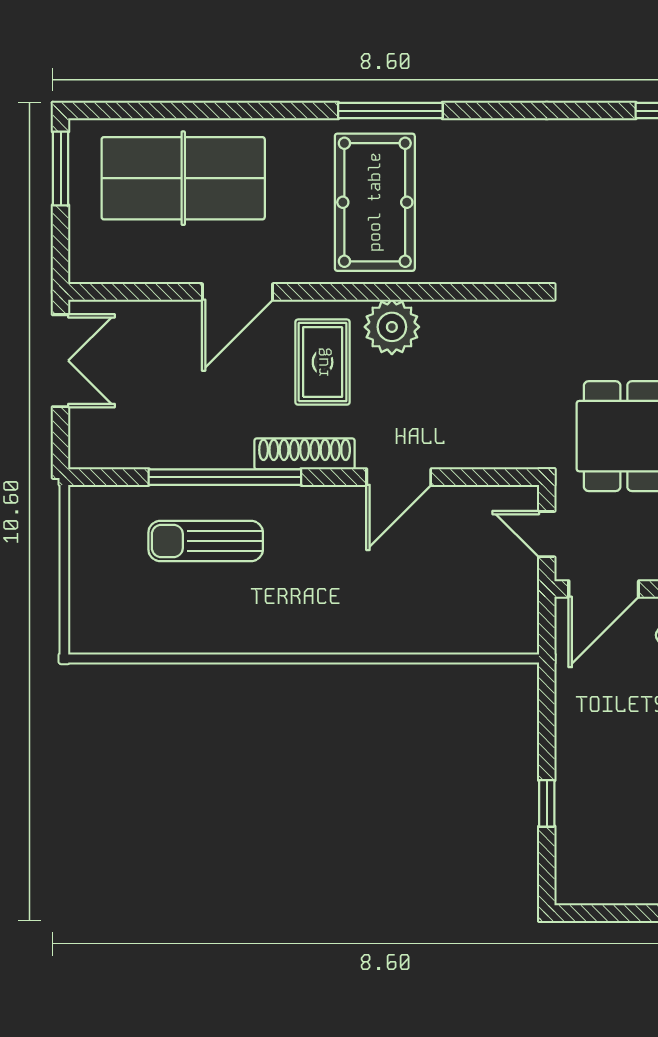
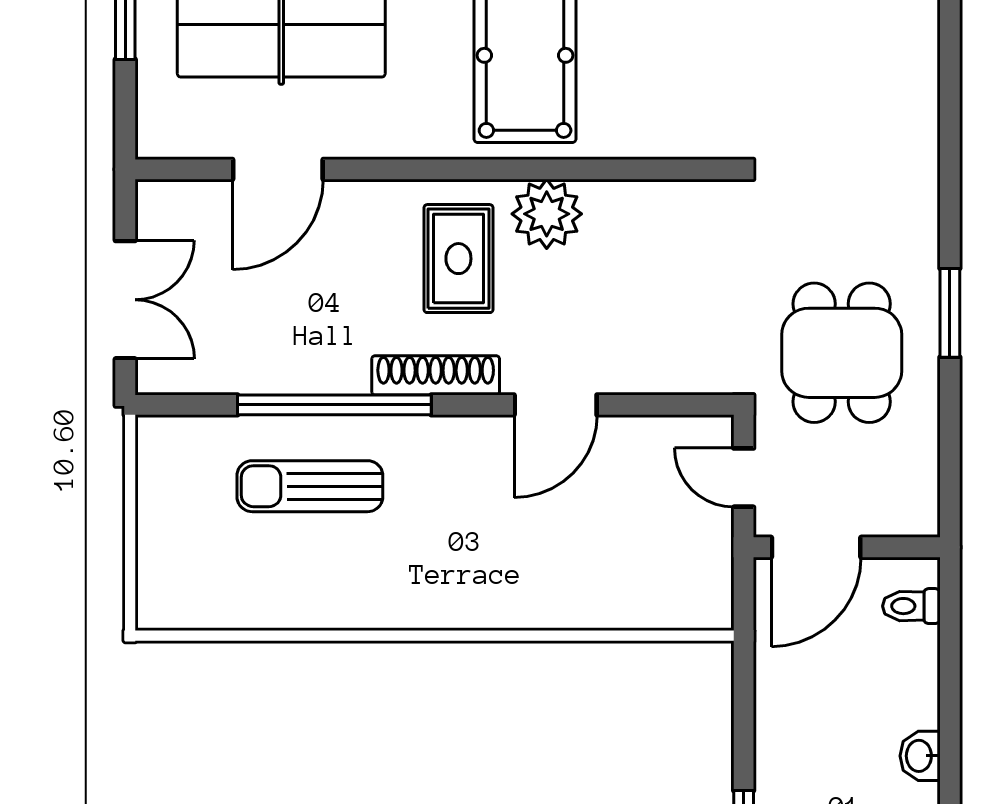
door: (237, 292) -> (278, 169), moved
double door: (61, 361) -> (125, 300), moved

